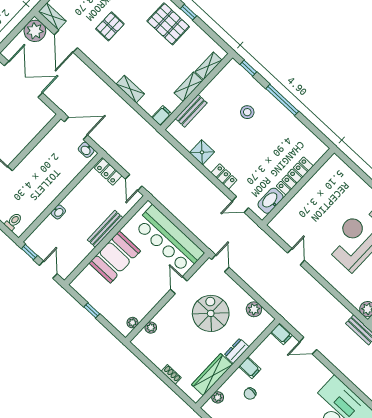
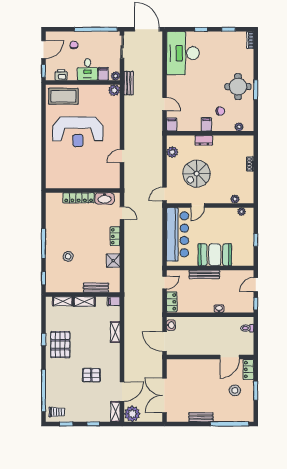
wardrobe: (212, 375) -> (229, 142), removed

